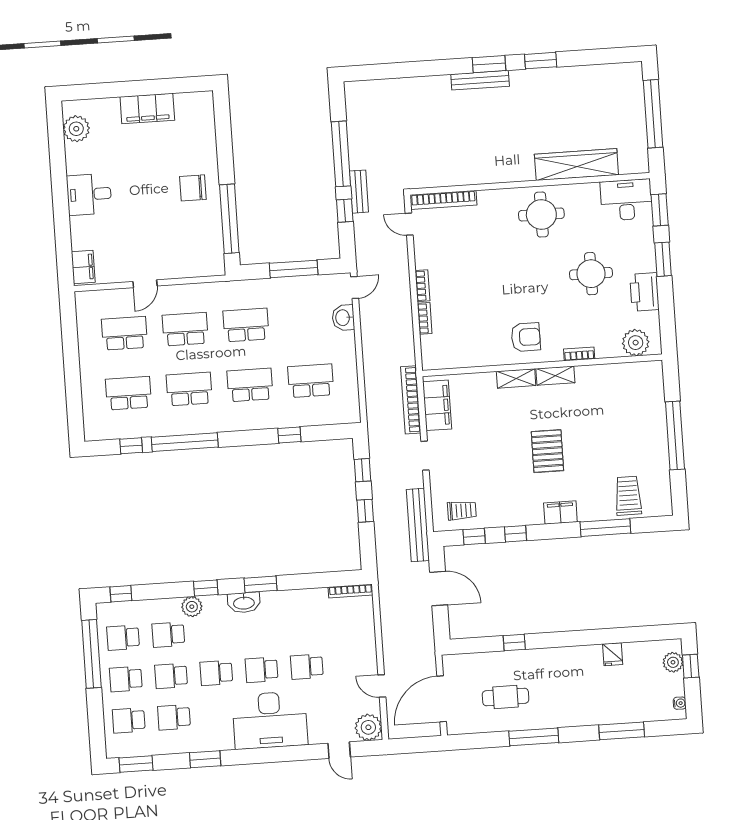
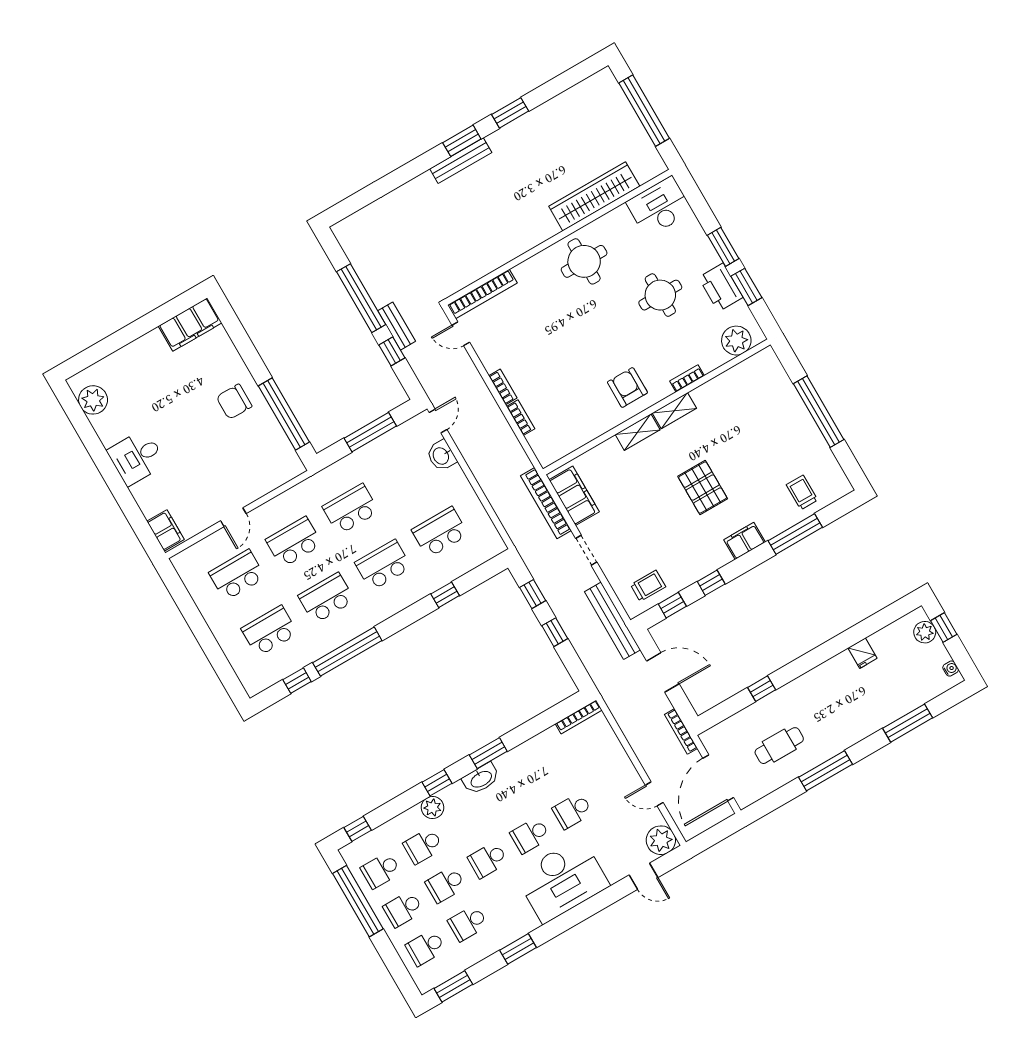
filing cabinet: (147, 108) -> (190, 324), moved
window: (660, 210) -> (746, 287), moved
armchair: (526, 337) -> (627, 387), turned -90
trolley: (628, 496) -> (802, 492), width x0.73, depth x0.72
bookcase: (430, 645) -> (681, 731), added

